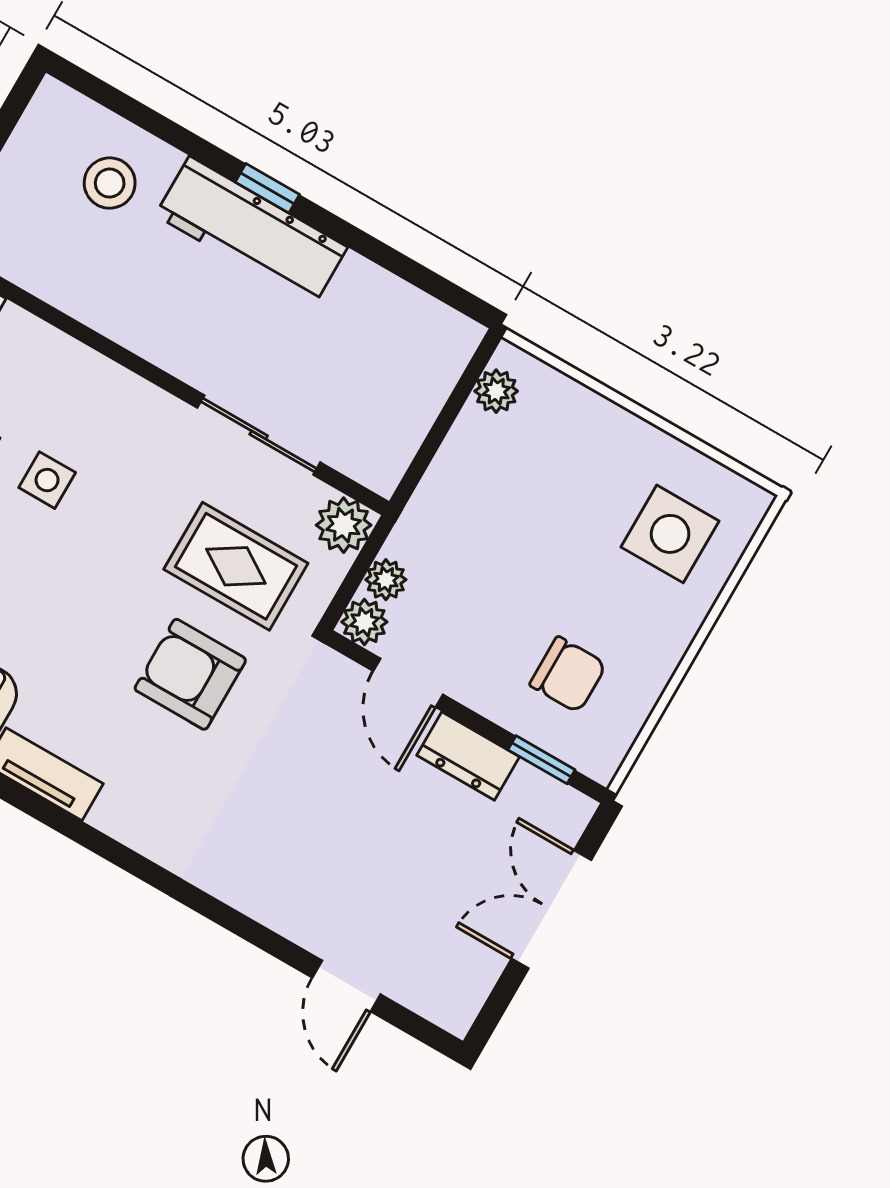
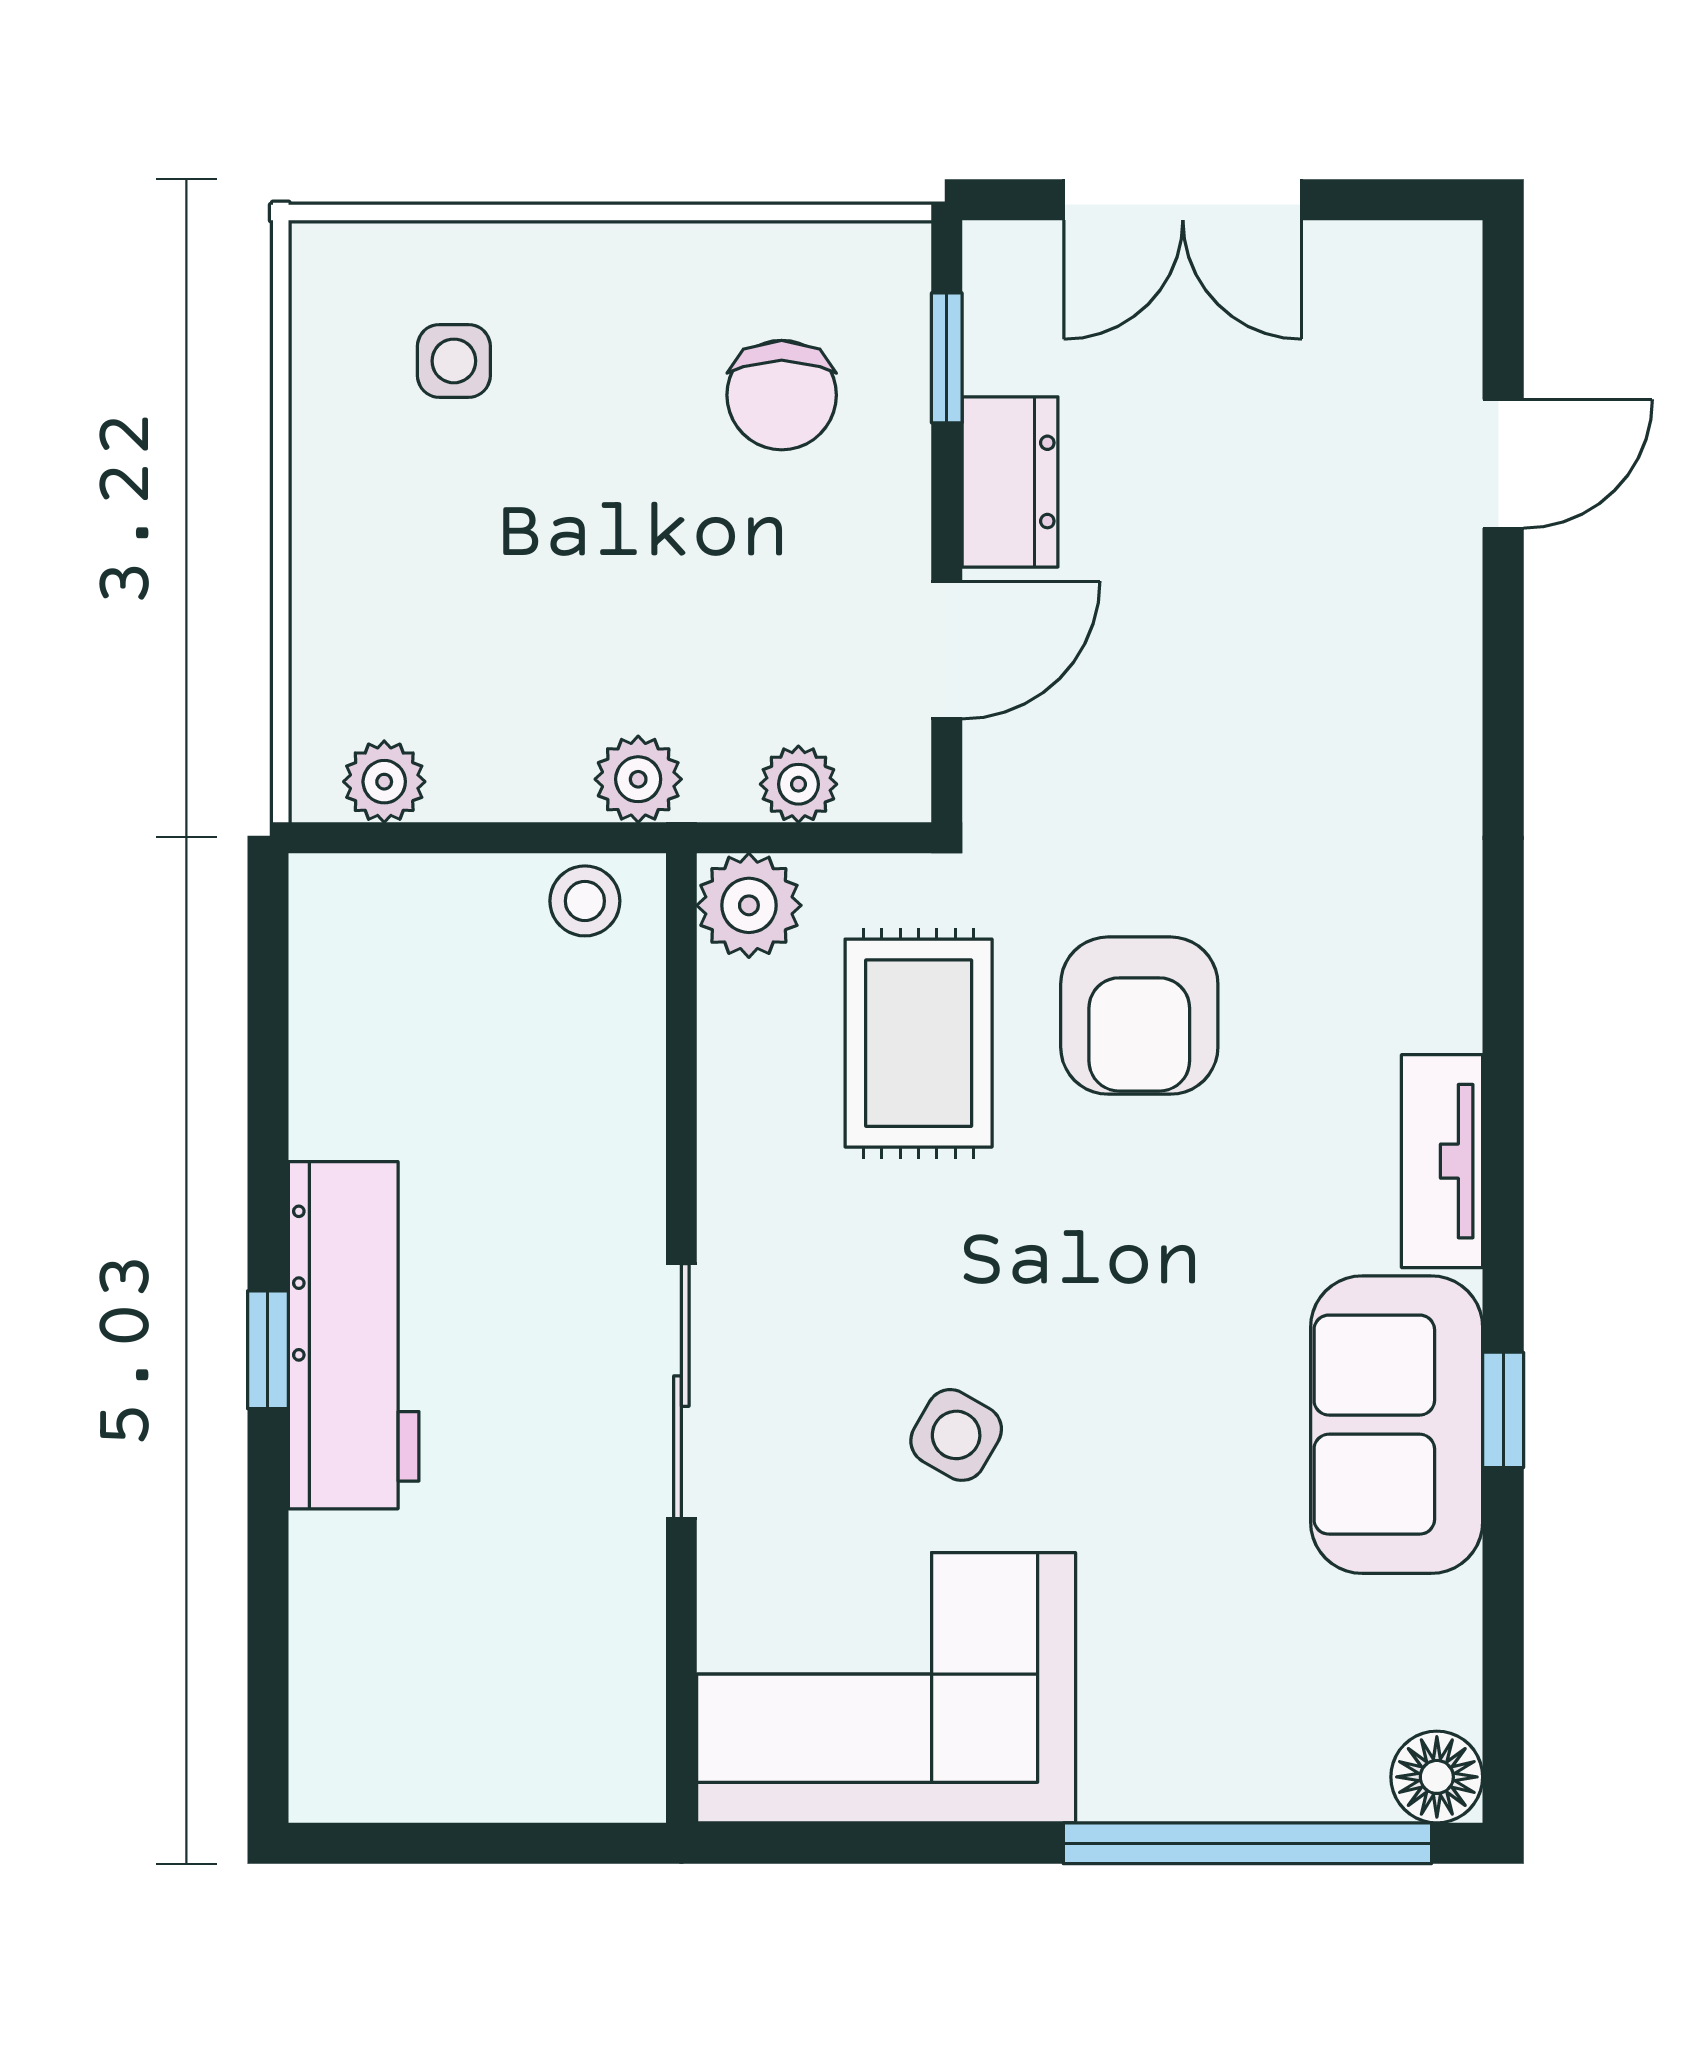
stool: (110, 183) -> (585, 901), moved, width x0.73, depth x0.73
sliding door: (259, 435) -> (681, 1391), moved
side table: (47, 480) -> (956, 1435), turned 30
side table: (670, 534) -> (454, 361), width x0.54, depth x0.54
plant: (364, 622) -> (638, 779), moved
chair: (568, 675) -> (782, 395), turned 180

